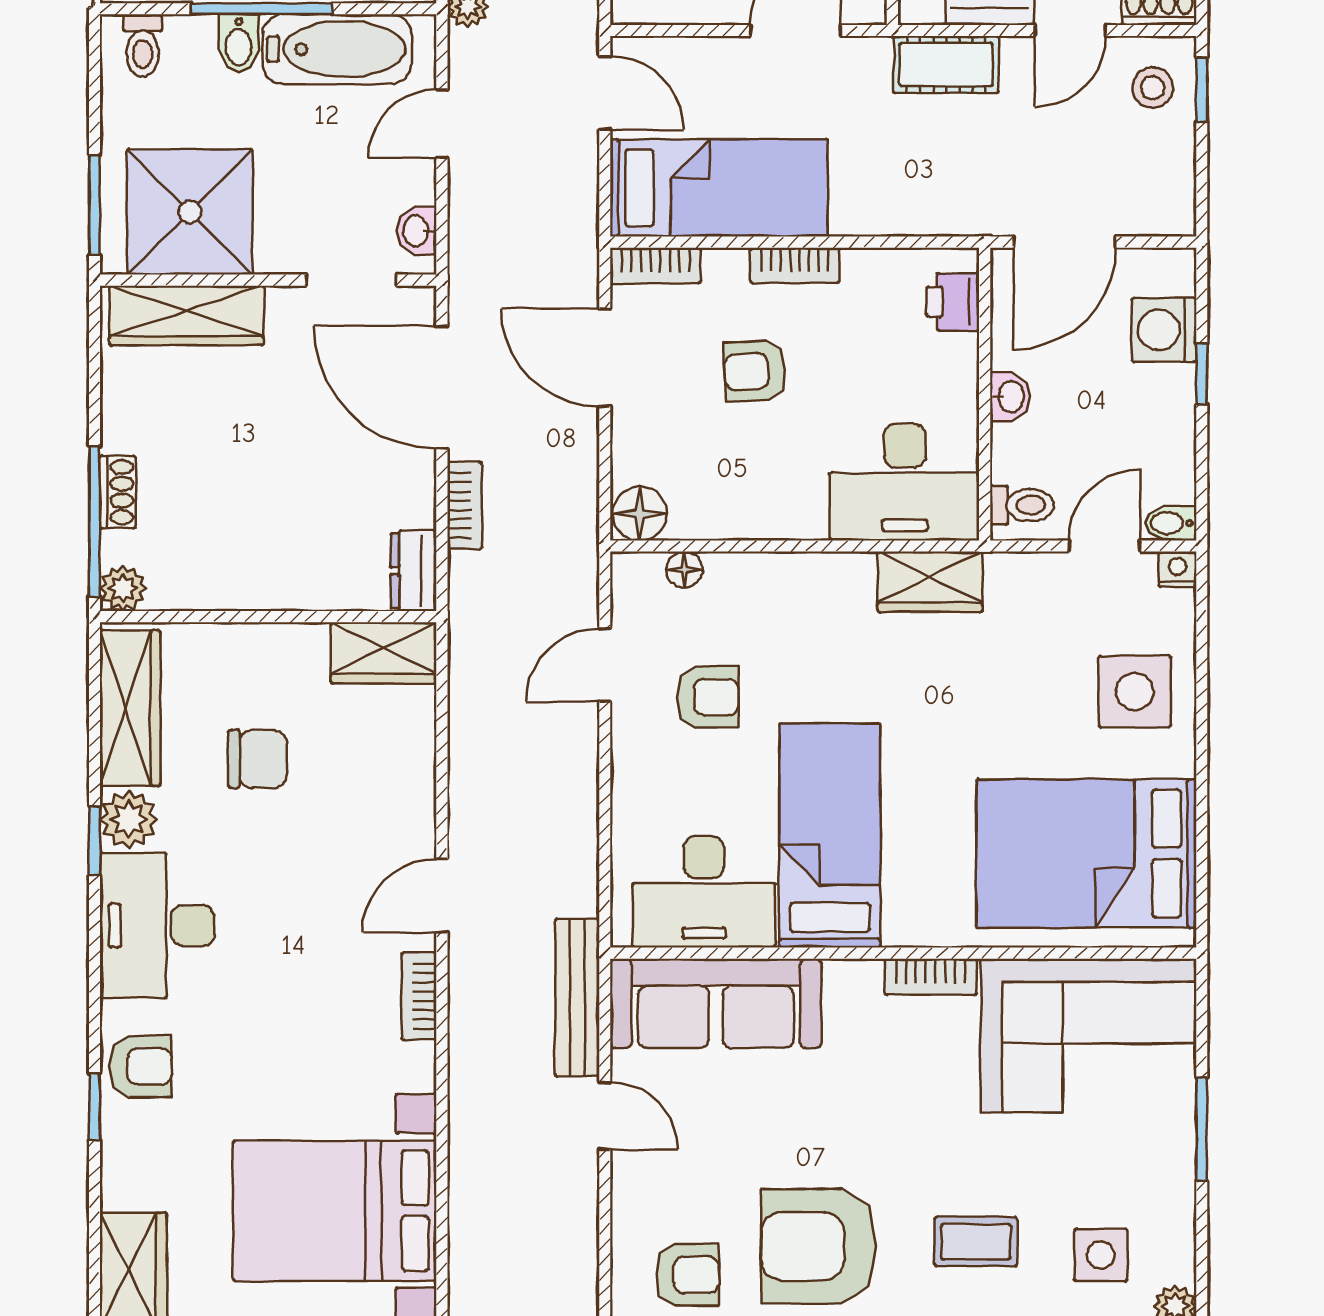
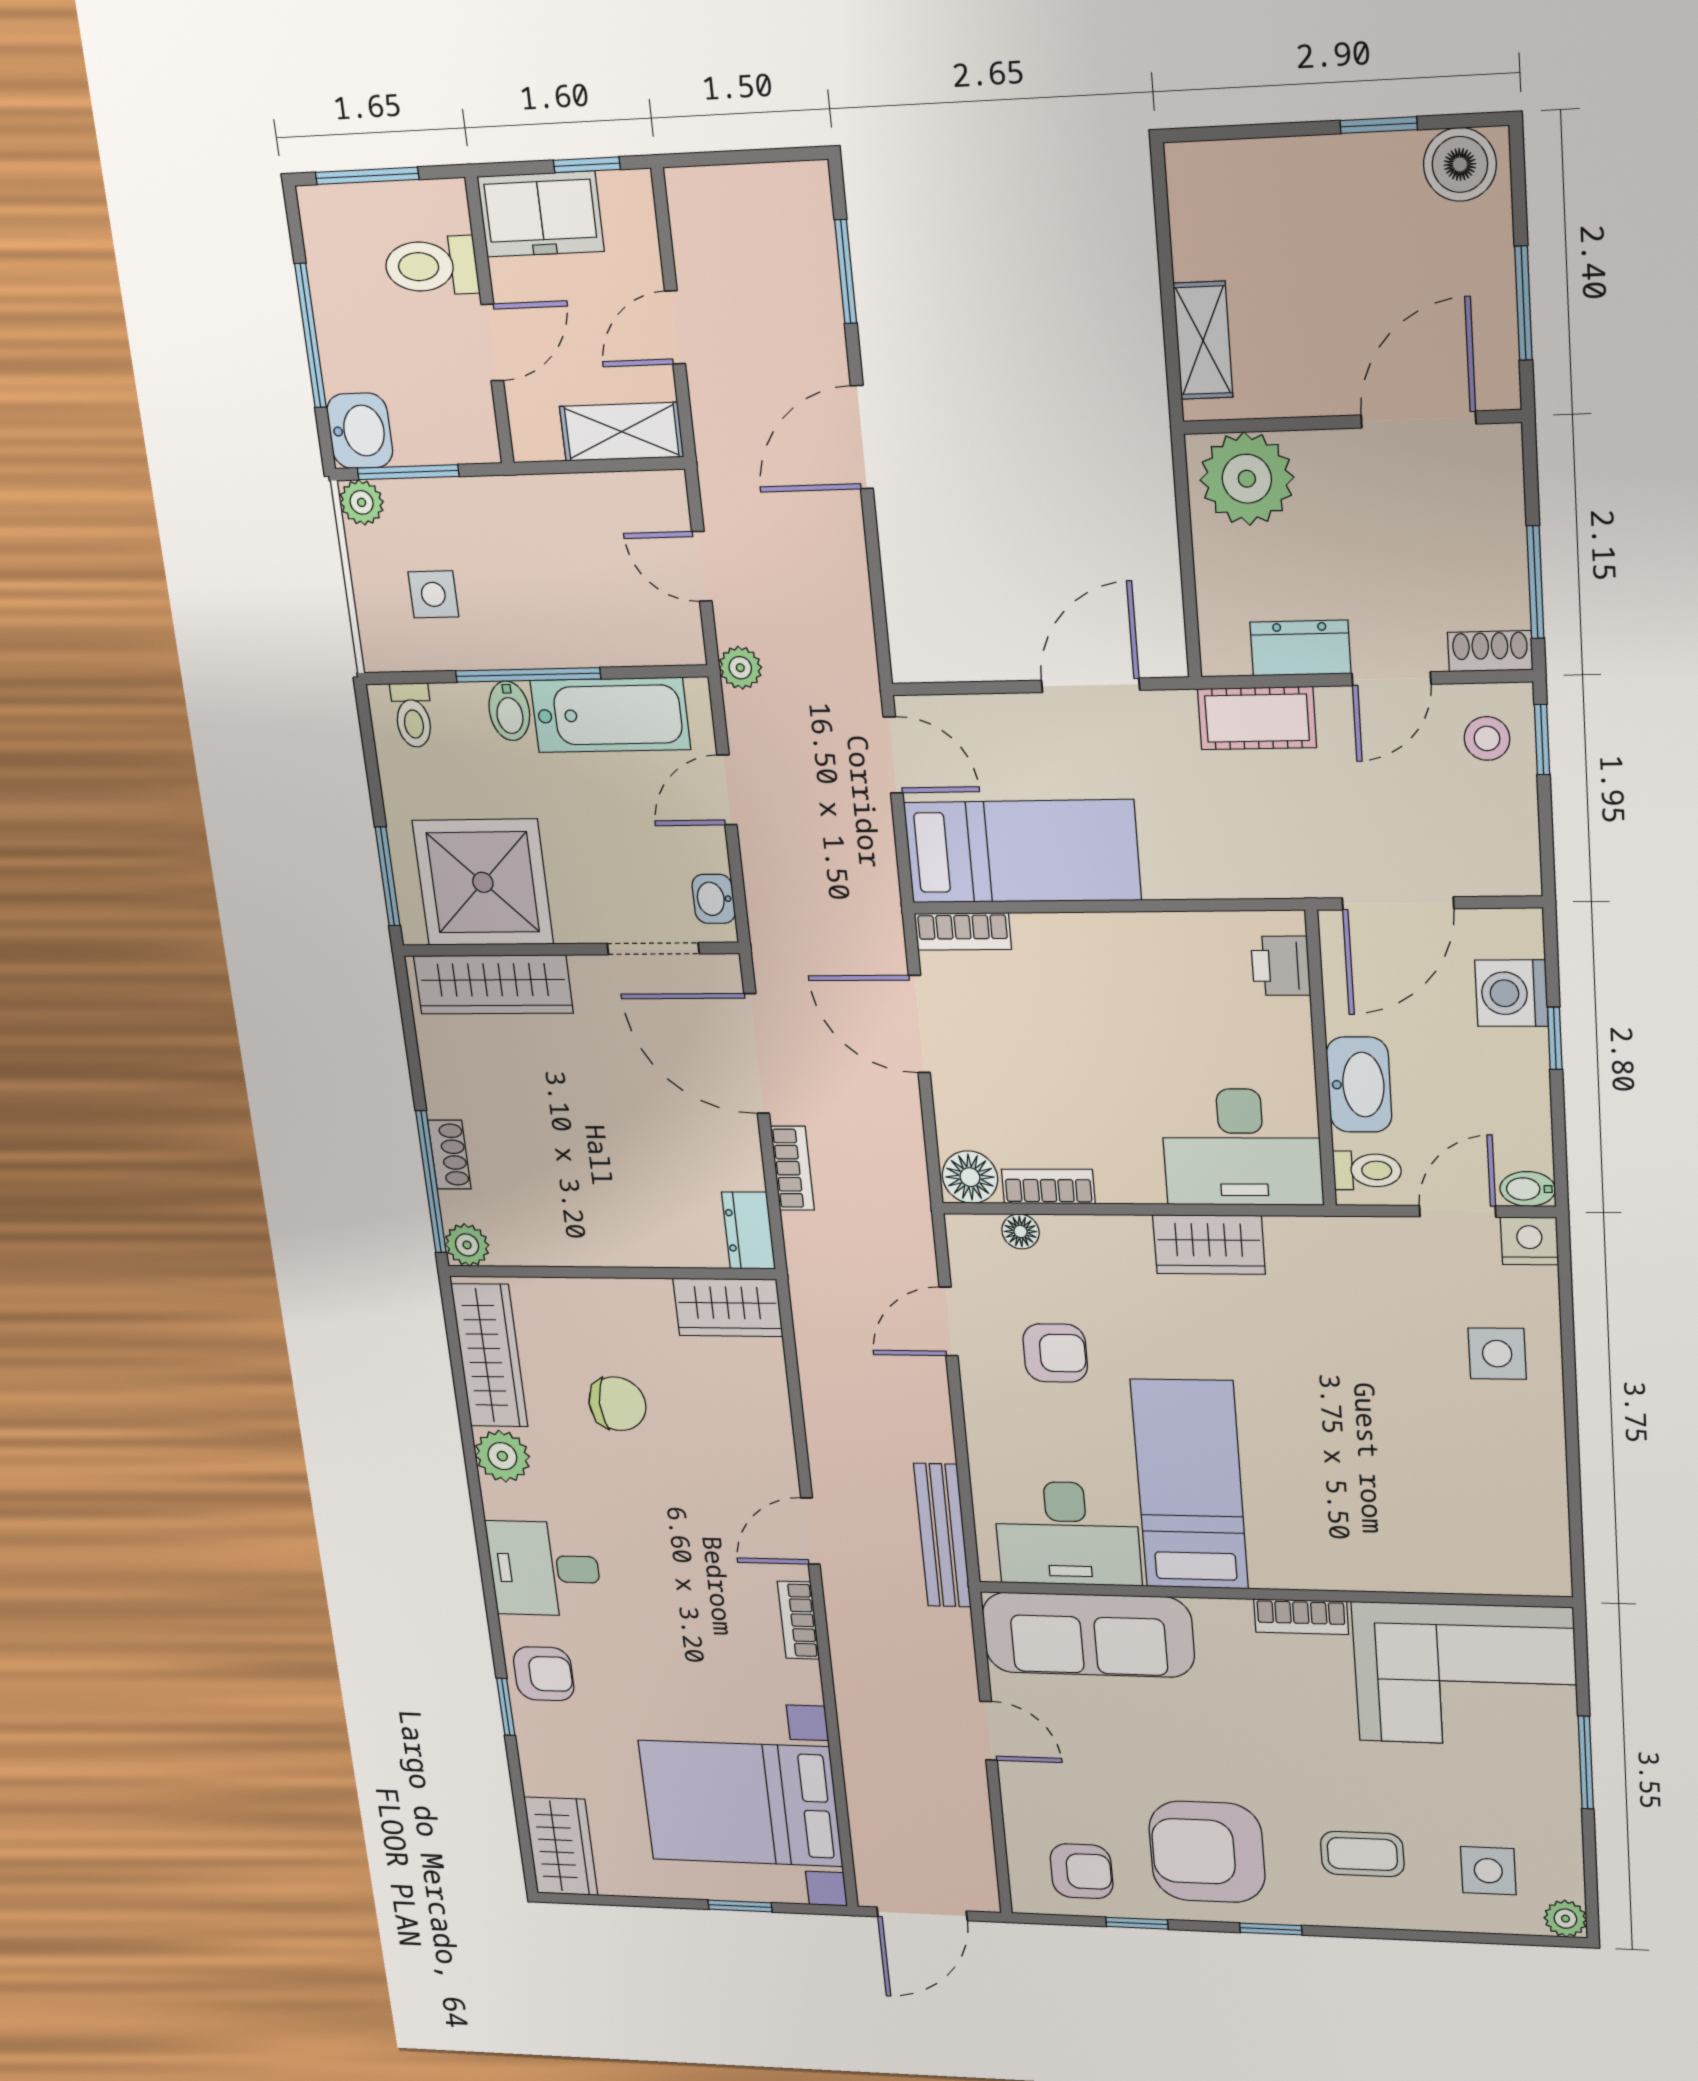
bookcase: (795, 265) -> (1048, 1186), moved, turned 180
armchair: (755, 371) -> (1076, 1037), removed
washbasin: (1010, 397) -> (1359, 1085), width x1.91, depth x1.45
nightstand: (1177, 569) -> (1529, 1241), width x1.39, depth x1.35
wardrobe: (930, 582) -> (1209, 1245), moved
side table: (1135, 692) -> (1497, 1354), width x0.73, depth x0.73
window: (95, 841) -> (473, 1474), removed
bed: (1086, 853) -> (1454, 1507), removed
desk: (157, 926) -> (544, 1569), width x0.73
bench: (577, 998) -> (942, 1535), moved

